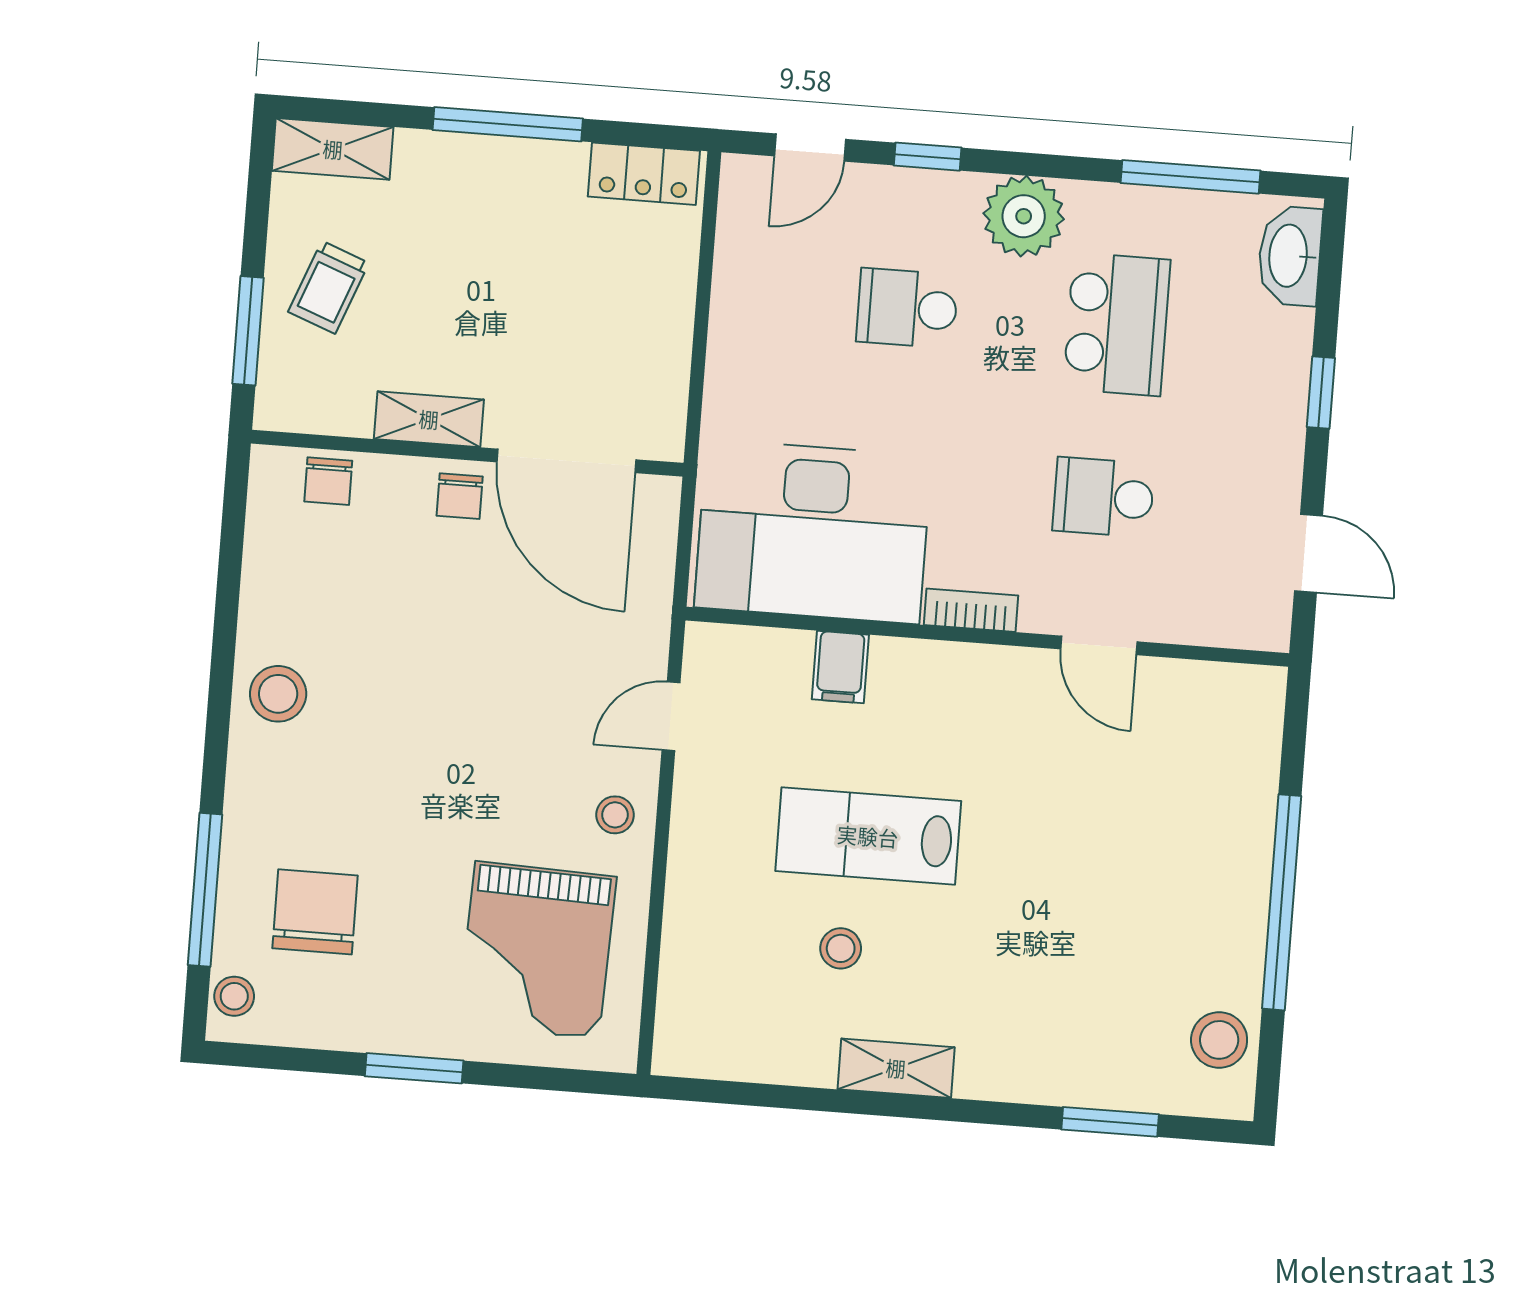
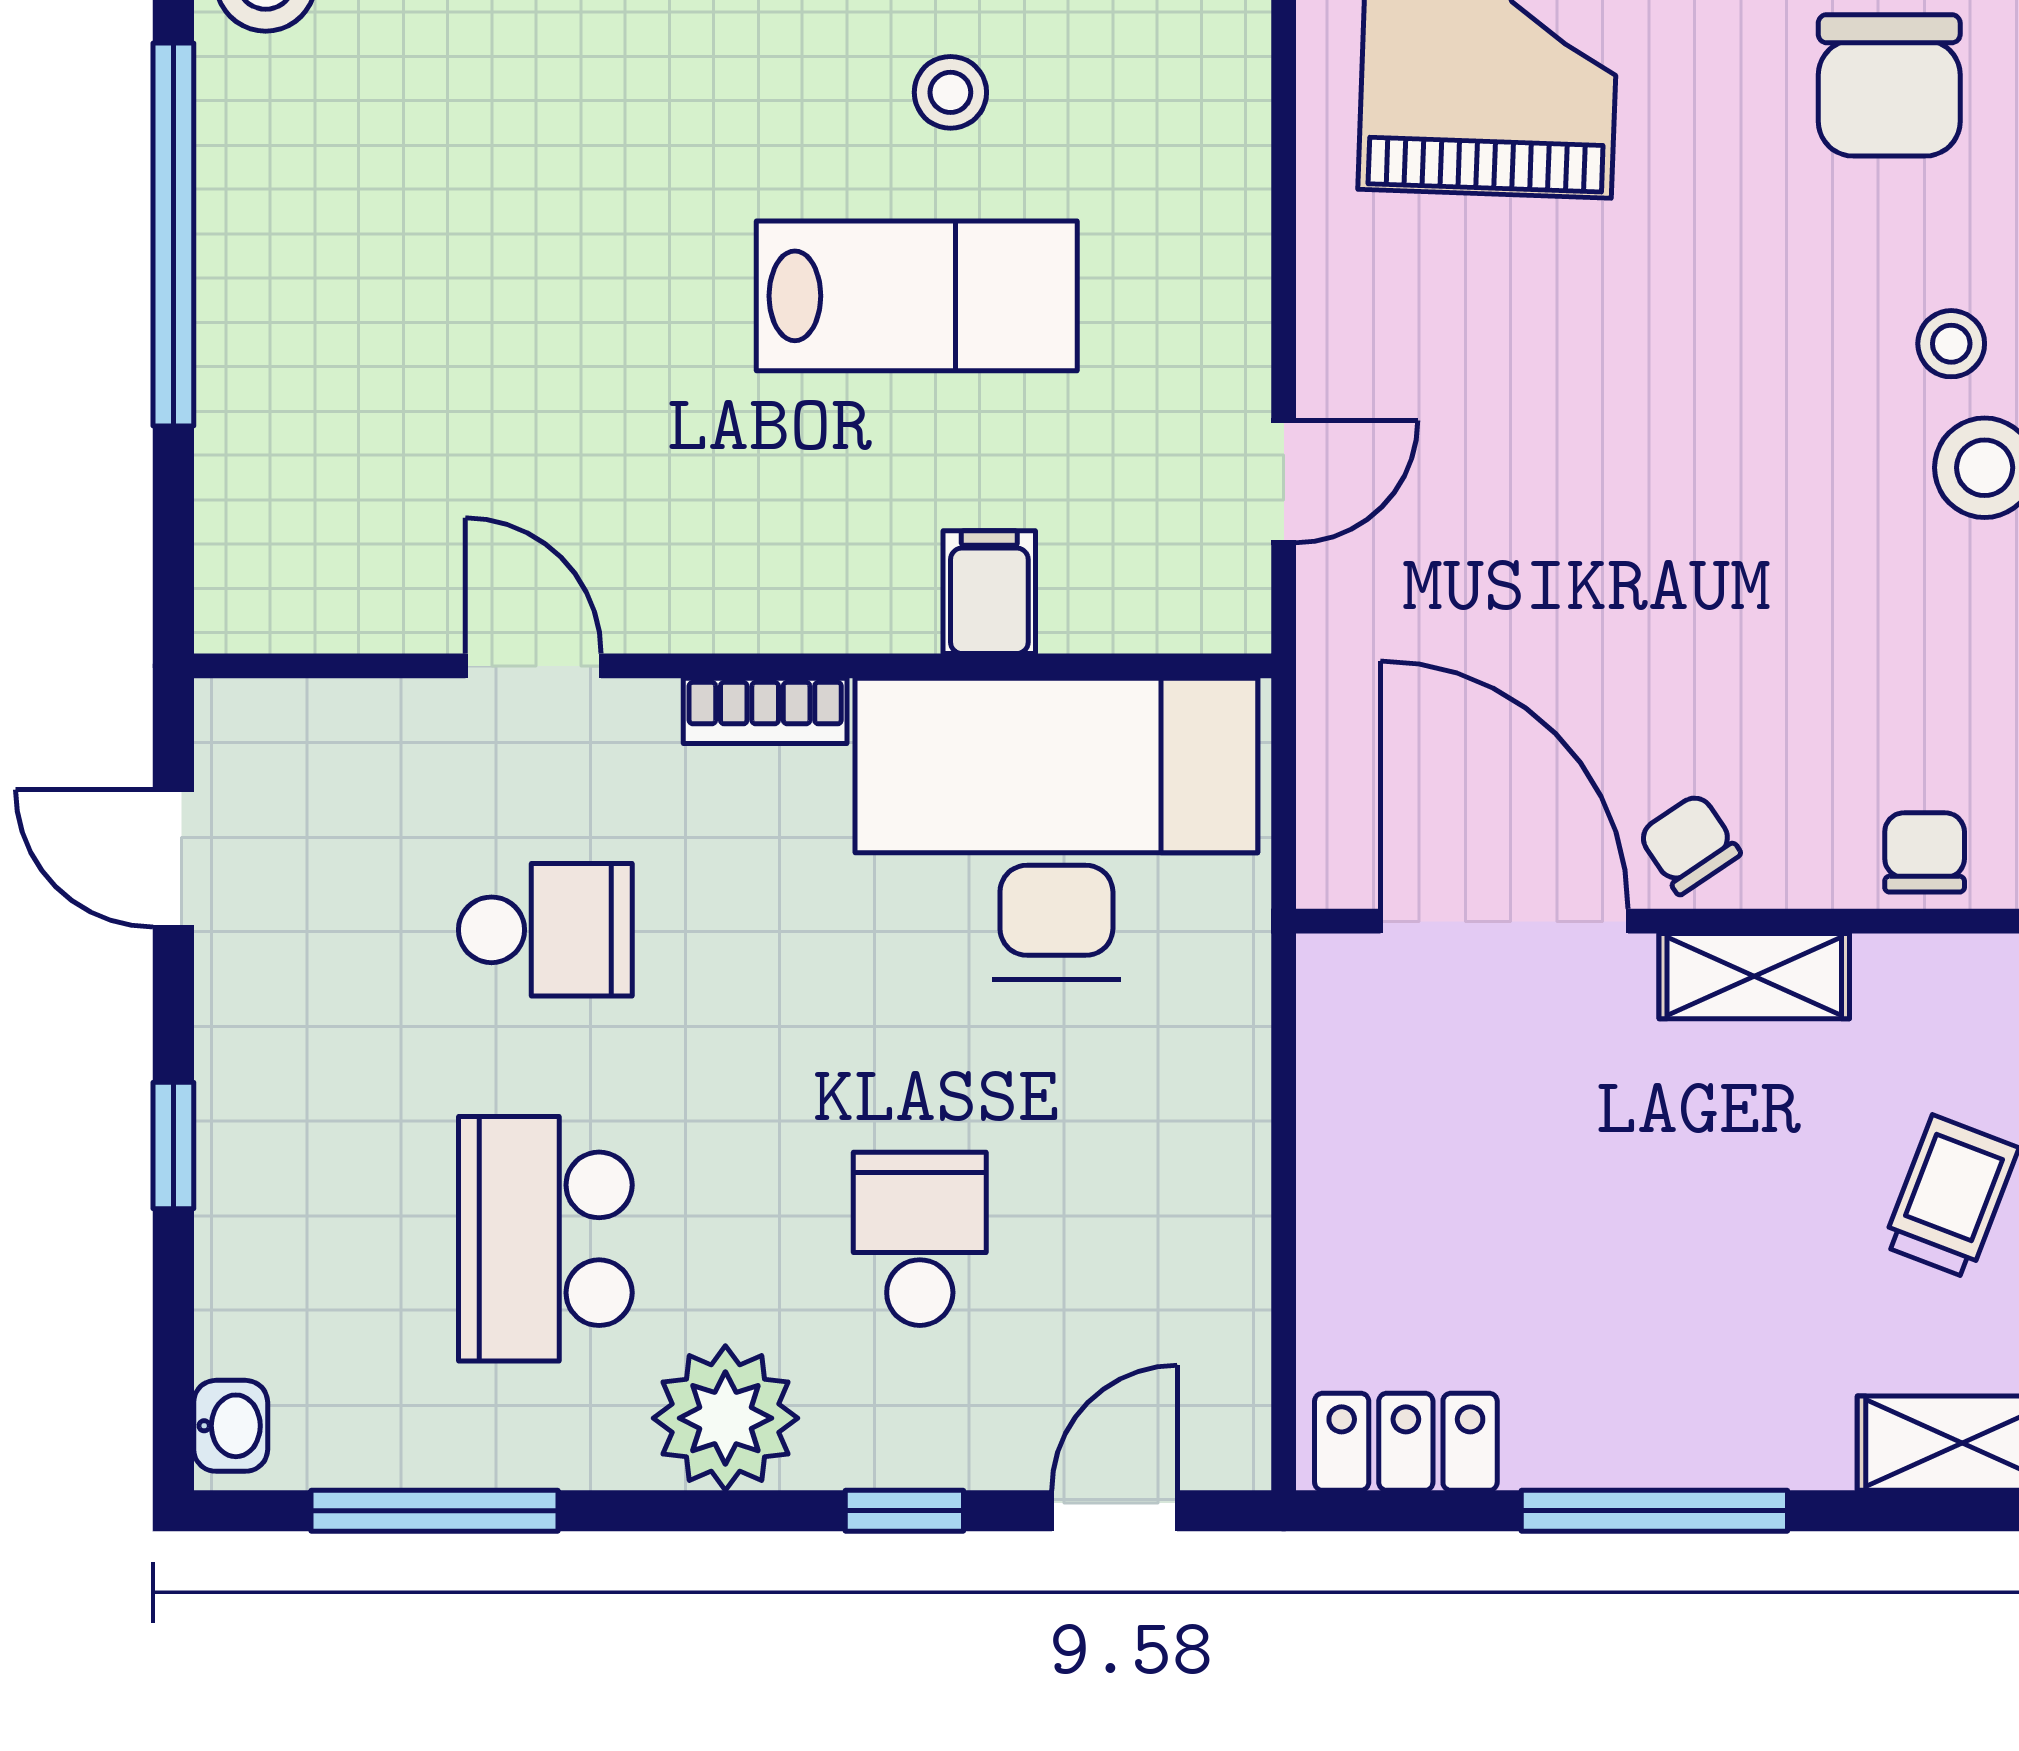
washbasin: (1290, 256) -> (231, 1426), width x0.52, depth x0.69
school desk: (907, 308) -> (920, 1239), turned -90
chair: (460, 496) -> (1689, 844), turned -34
stool: (615, 815) -> (1951, 344), moved

